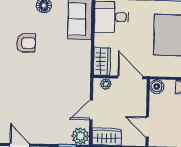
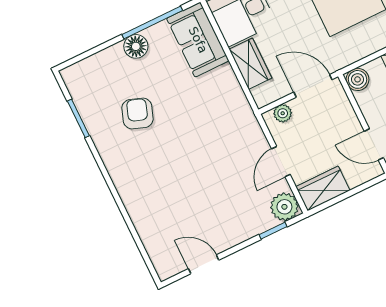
armchair: (26, 43) -> (137, 113), turned -71
wardrobe: (102, 61) -> (250, 64), moved

